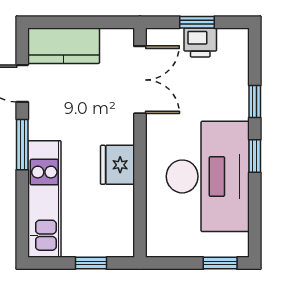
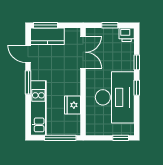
window: (60, 22) -> (46, 25), added
printer: (200, 42) -> (127, 35), moved
fridge: (117, 165) -> (73, 105), moved
window: (91, 263) -> (60, 138), width x2.17

